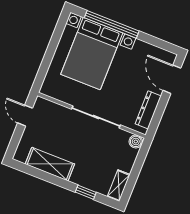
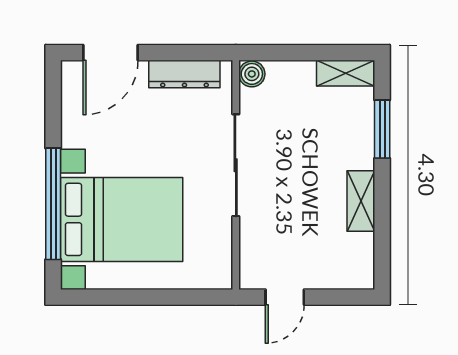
shelving: (50, 164) -> (361, 201), width x0.67, depth x0.75
window: (86, 192) -> (382, 129), width x1.50

